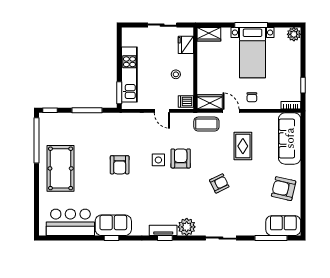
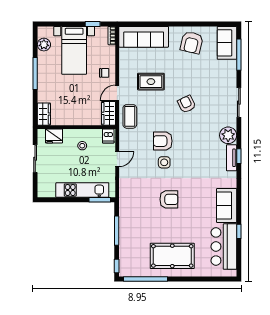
plant: (294, 34) -> (44, 45), moved
bed with nightstands: (253, 53) -> (74, 50), moved, turned 90
window: (112, 238) -> (239, 231), moved

